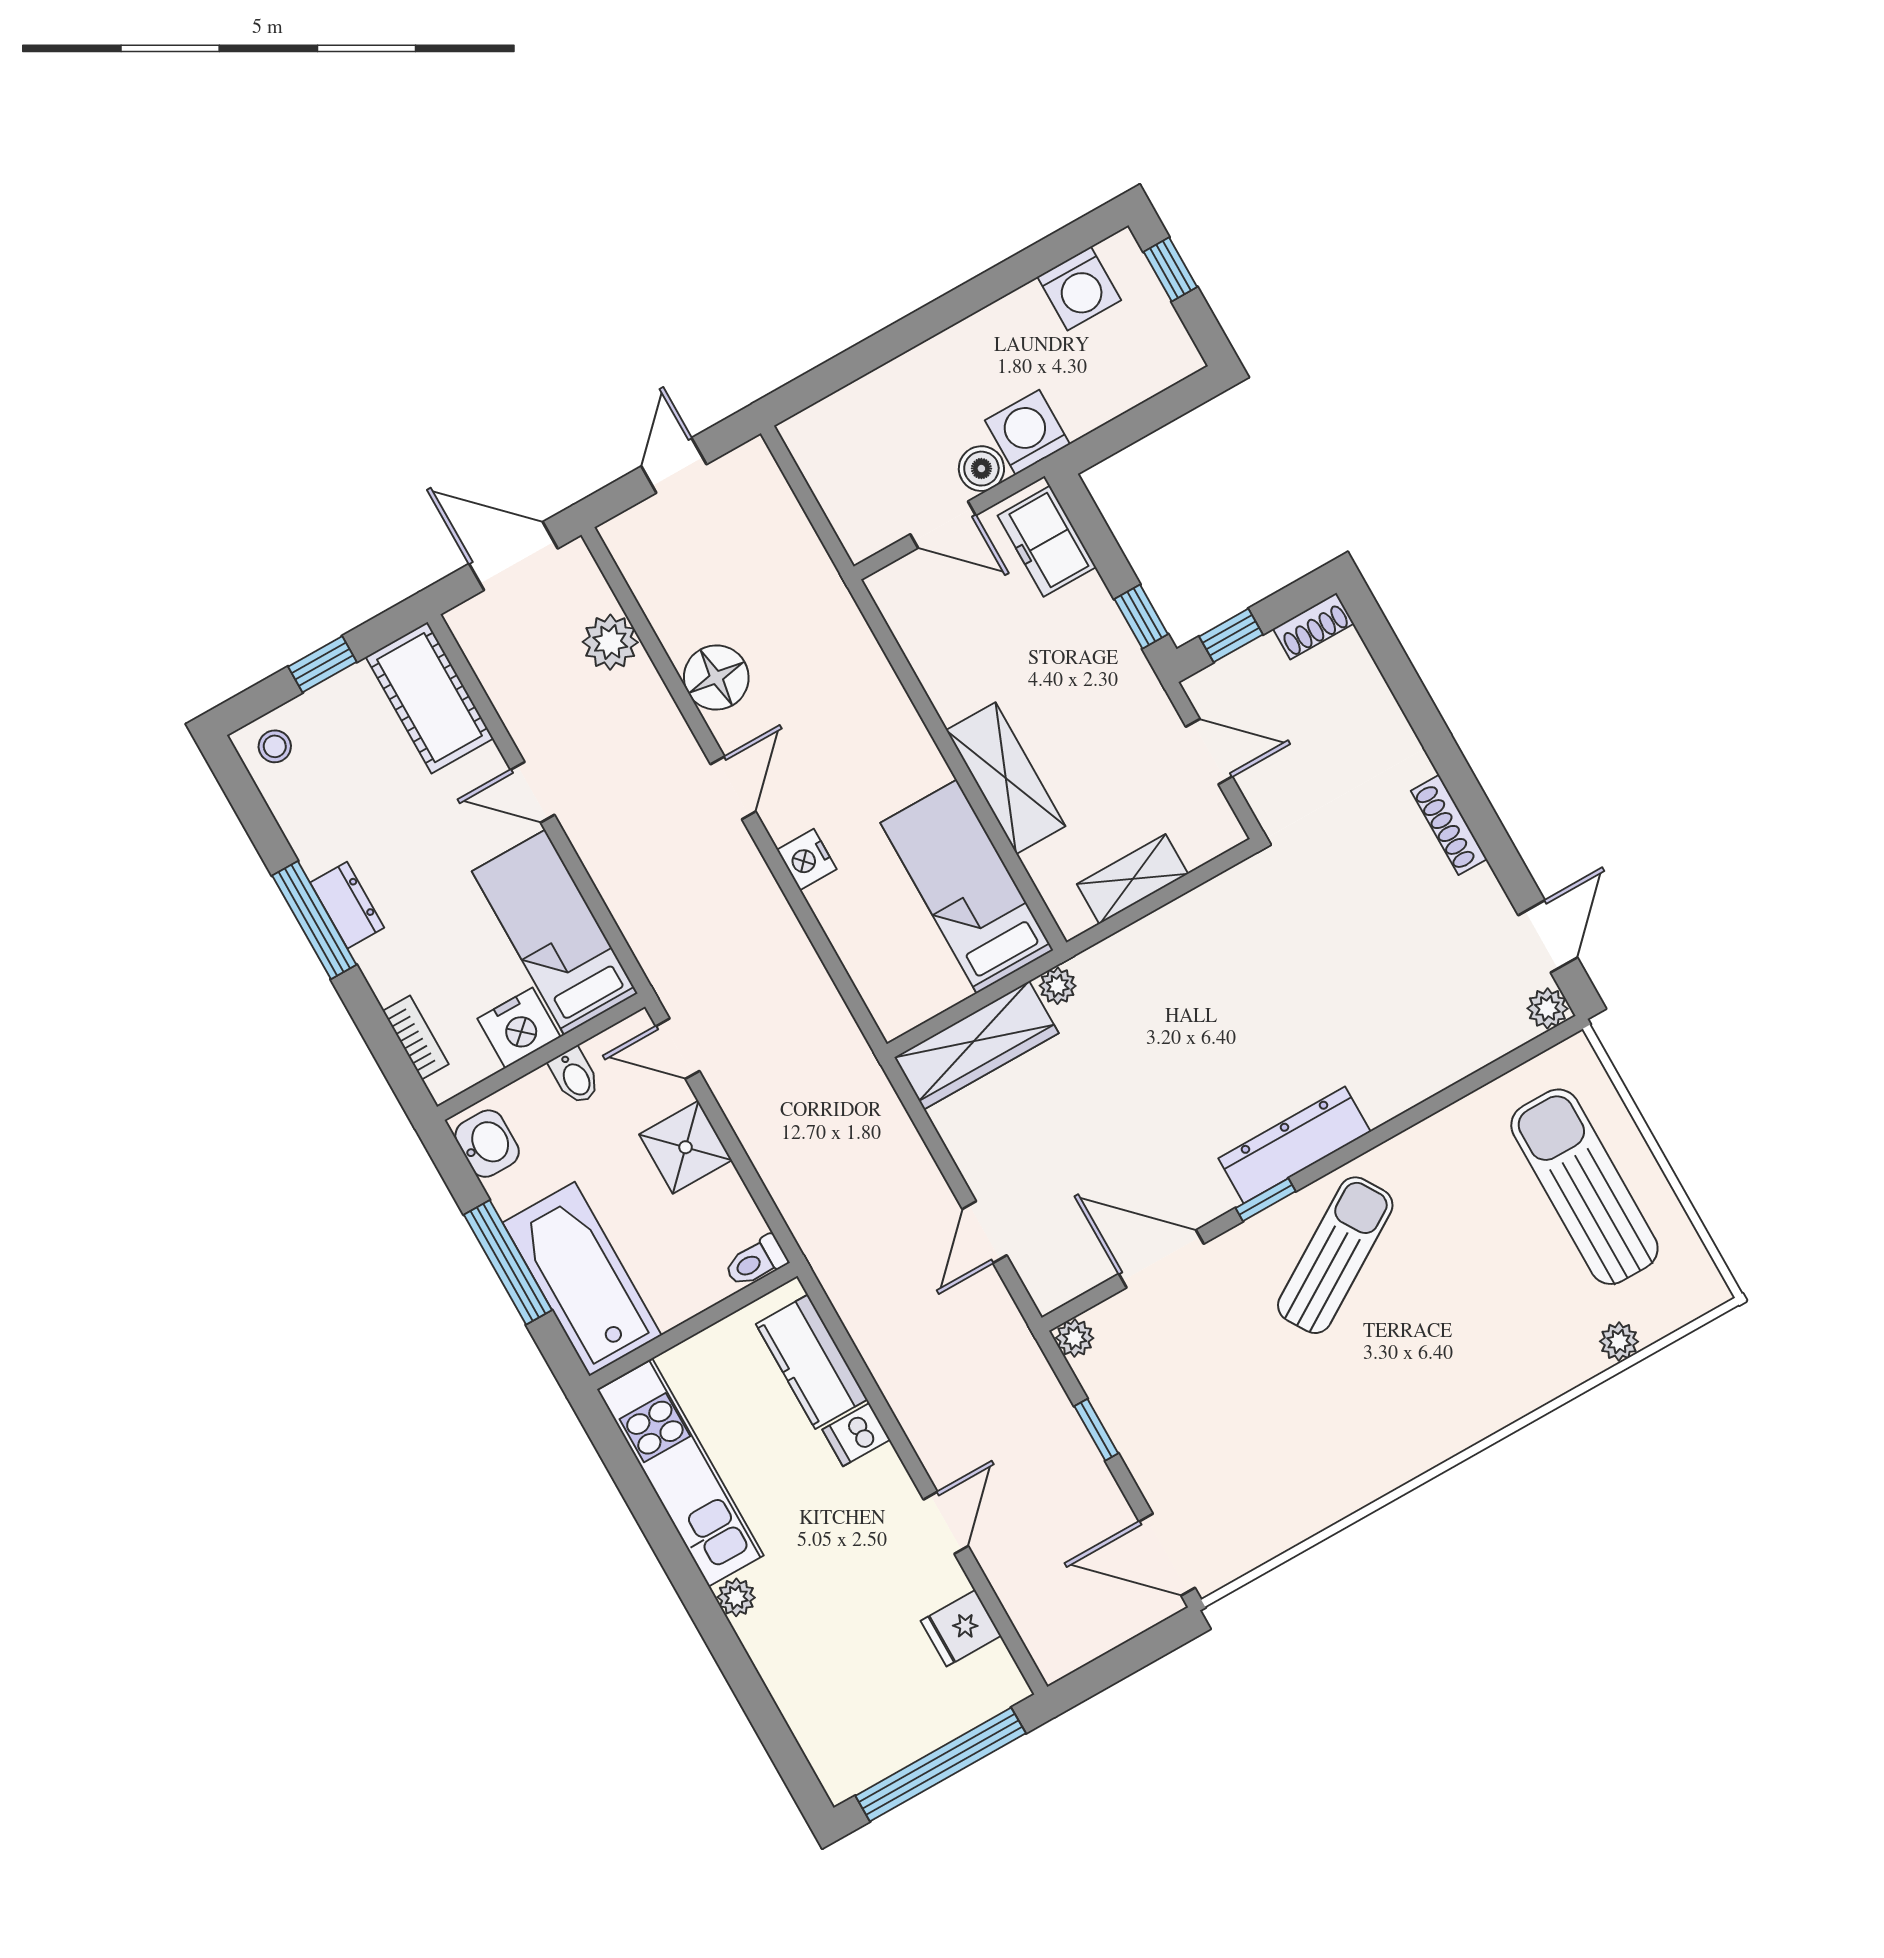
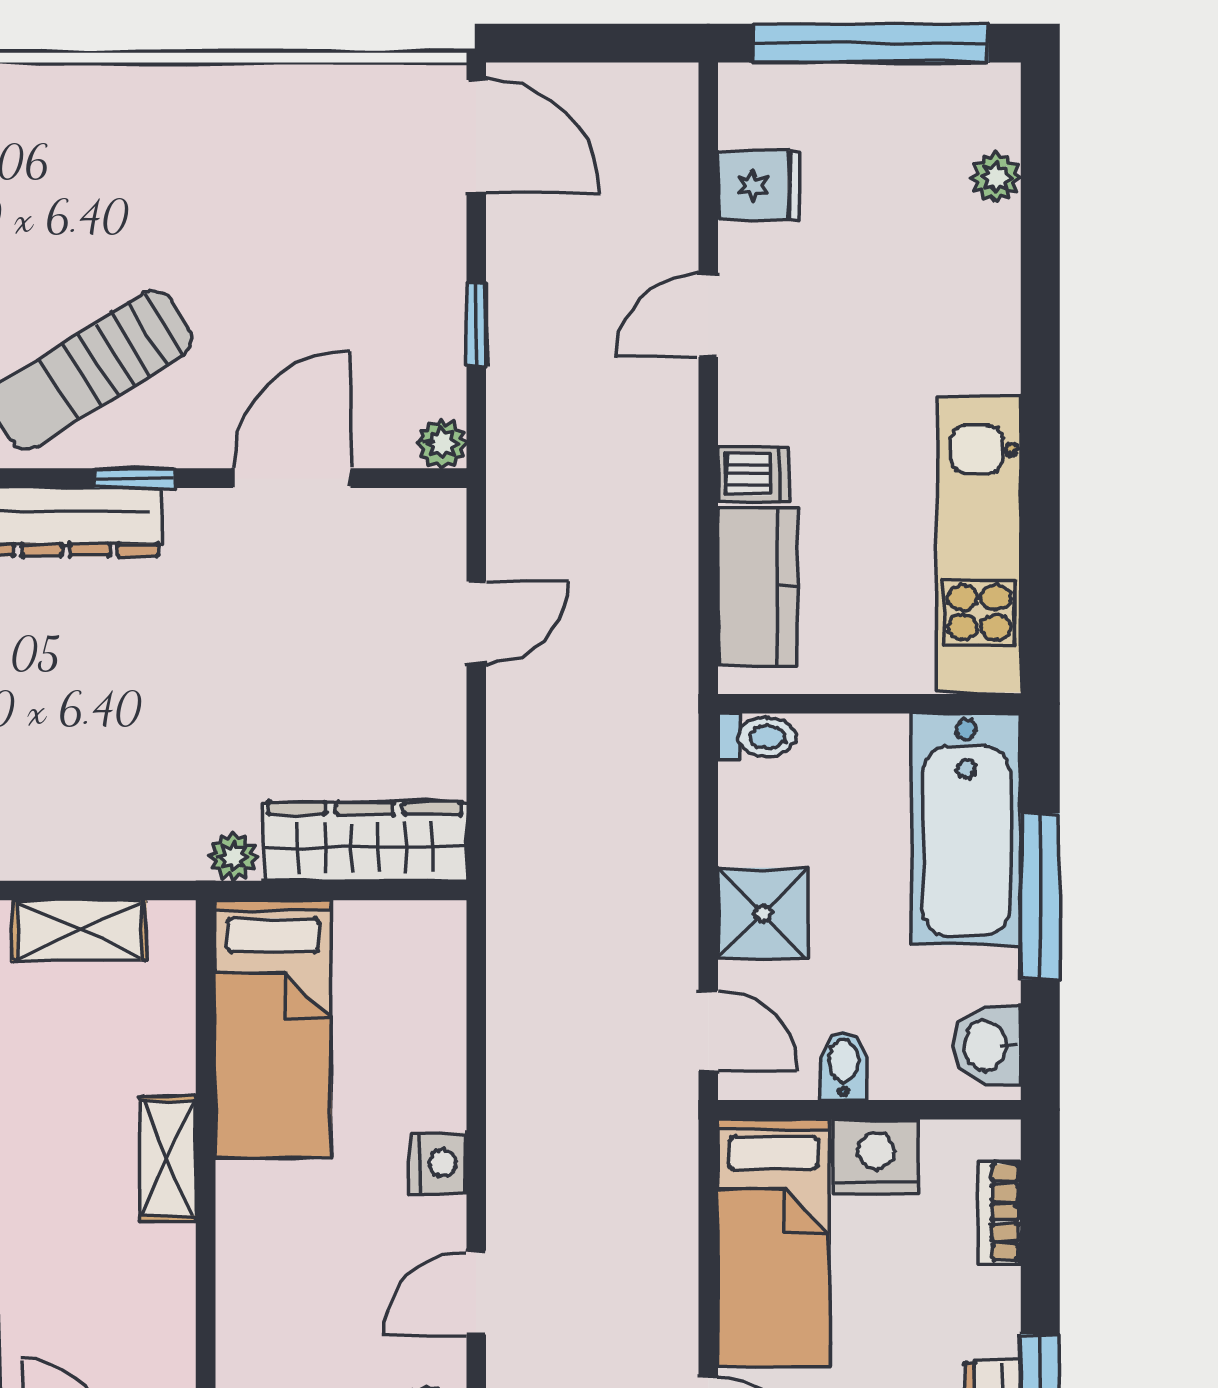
shelving: (1006, 778) -> (168, 1159), width x0.67, depth x0.75
door: (1161, 1259) -> (292, 478), swing flipped
plant: (736, 1597) -> (996, 177), moved

